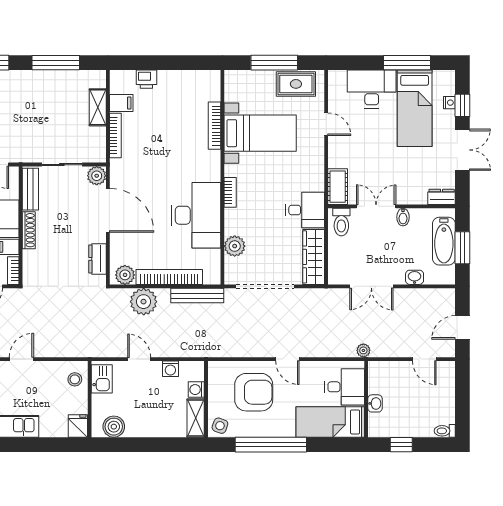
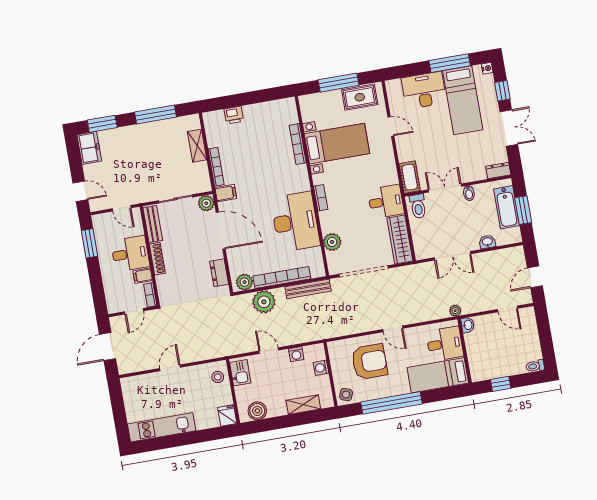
filing cabinet: (121, 103) -> (226, 193), moved
nightstand: (449, 103) -> (487, 68), moved
washbasin: (375, 403) -> (468, 325), moved
shelving: (196, 418) -> (303, 405), moved, turned 90

